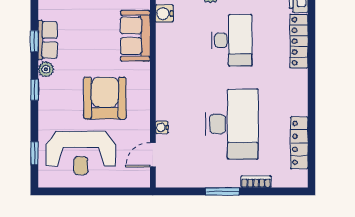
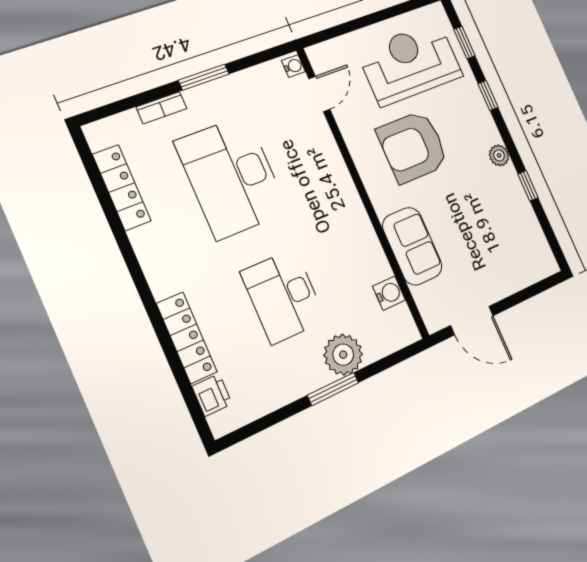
row of seats: (48, 40) -> (514, 194), removed
window: (34, 90) -> (488, 96), moved
armchair: (105, 98) -> (413, 147), turned 90
water cooler: (162, 127) -> (294, 66), moved

